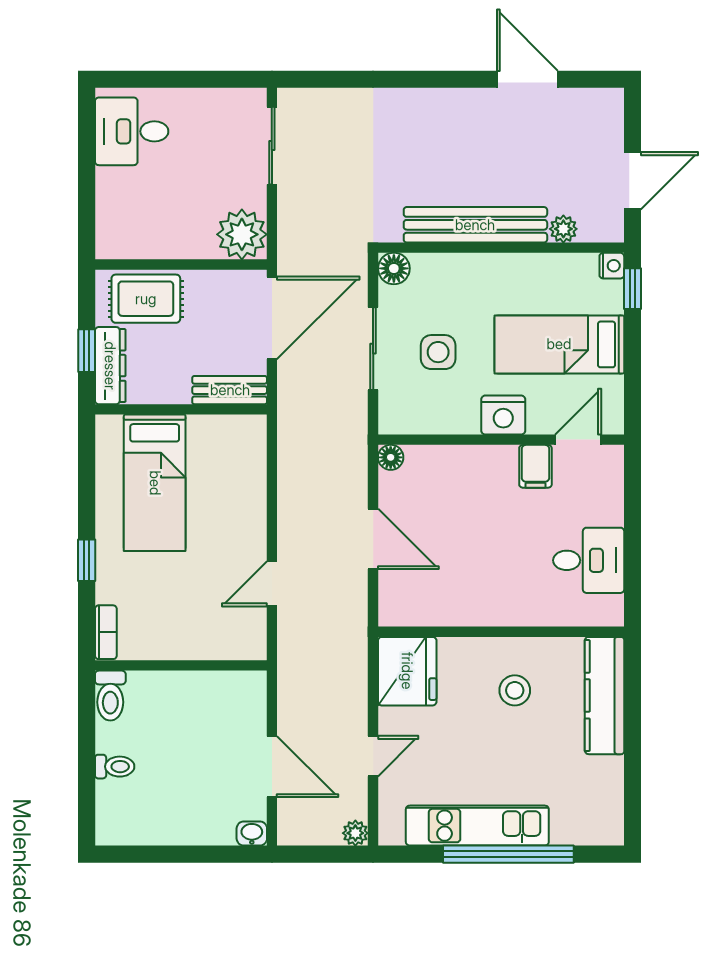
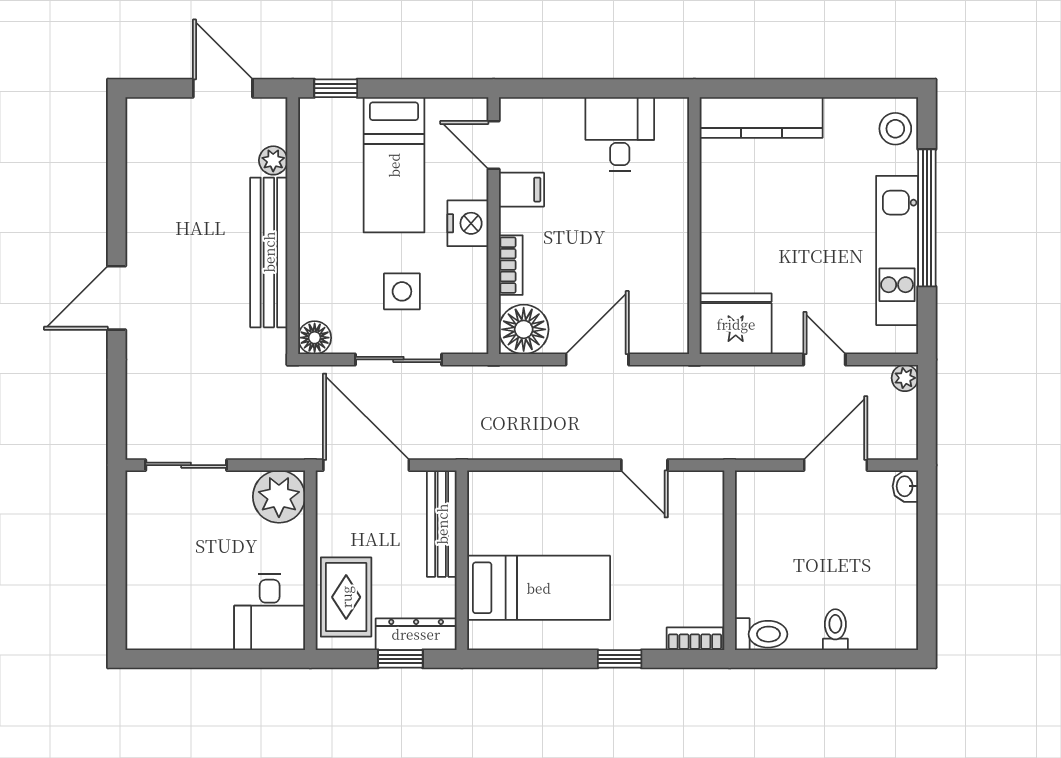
door: (527, 79) -> (117, 298), moved
desk: (132, 131) -> (270, 612), moved
nightstand: (612, 266) -> (312, 110), removed
bench: (230, 390) -> (442, 524), width x1.36
bookcase: (463, 456) -> (511, 265), added
floor lamp: (391, 457) -> (524, 329), width x1.89, depth x1.89
stool: (515, 690) -> (895, 129), moved

